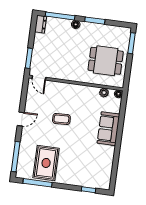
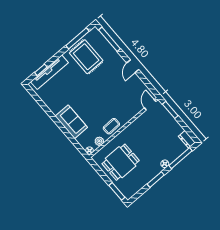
door: (39, 78) -> (150, 105), hinge flipped
coffee table: (61, 119) -> (111, 126), moved
tv unit: (84, 181) -> (49, 72), added

